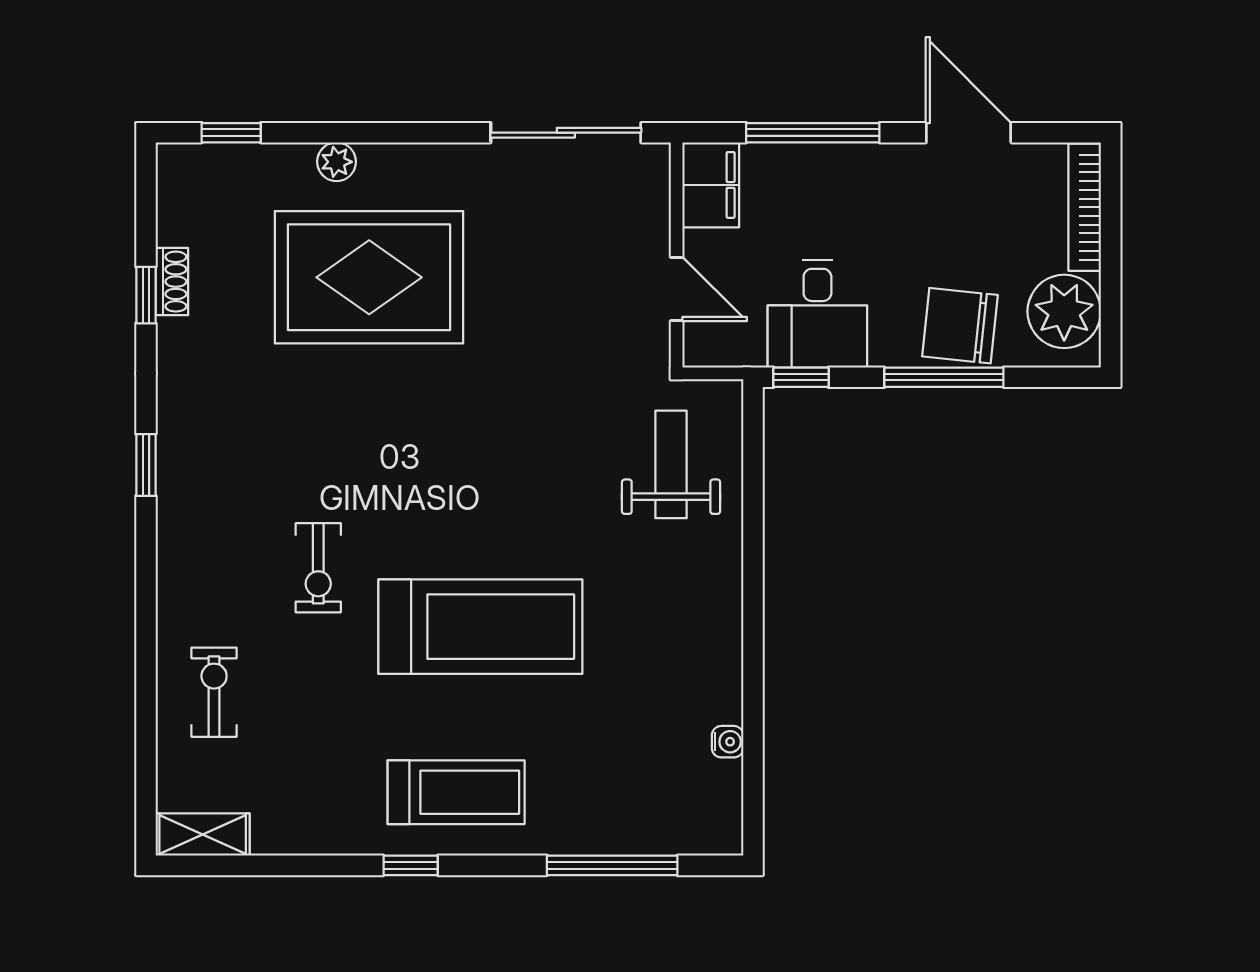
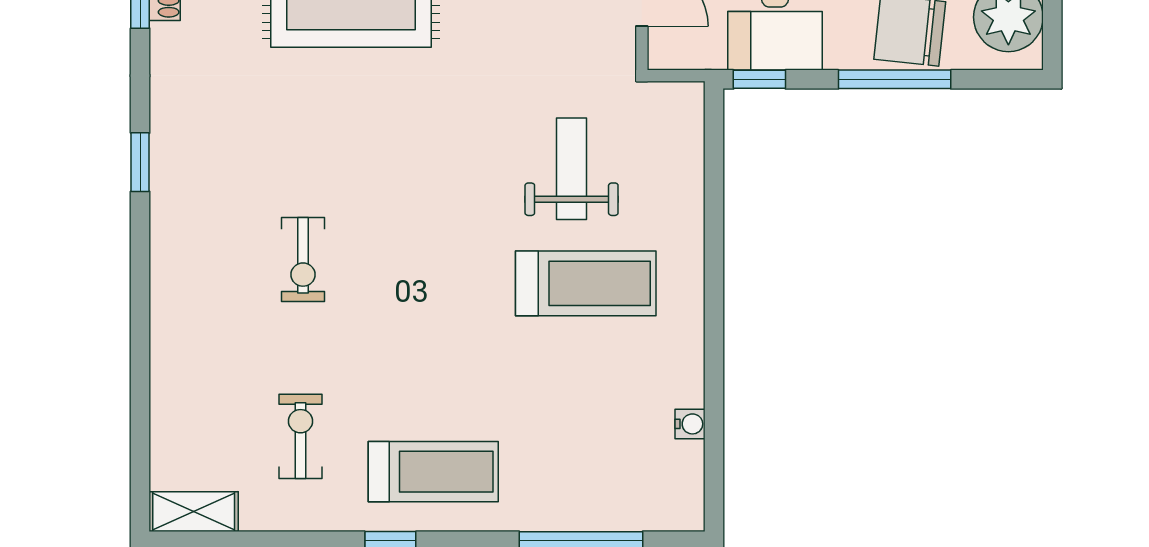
weight bench: (671, 464) -> (572, 169), moved
treadmill: (480, 627) -> (586, 283), moved, width x0.73, depth x0.73
exercise bike: (214, 692) -> (300, 436), moved

